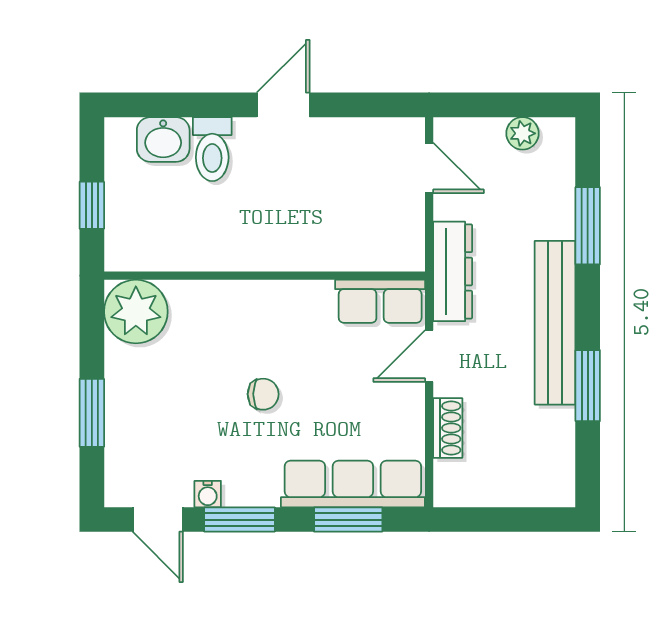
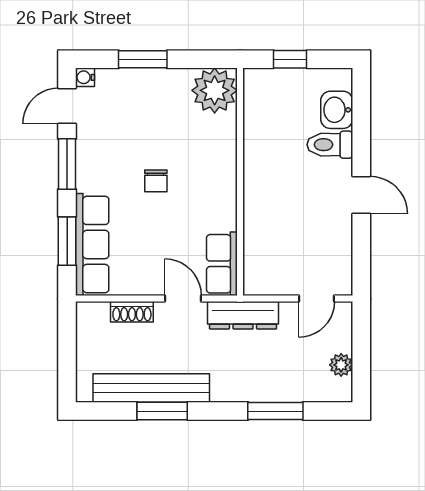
bench: (555, 323) -> (151, 388), moved
water cooler: (208, 494) -> (85, 77), moved

